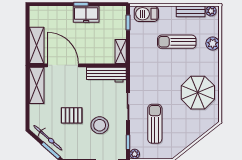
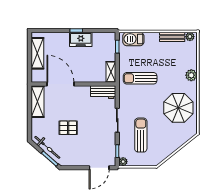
sun lounger: (177, 42) -> (140, 78), moved
plant: (213, 43) -> (191, 75), moved
shelving: (37, 45) -> (37, 53), moved
workbench: (106, 75) -> (103, 92), width x0.73
stool: (100, 125) -> (93, 136), removed

